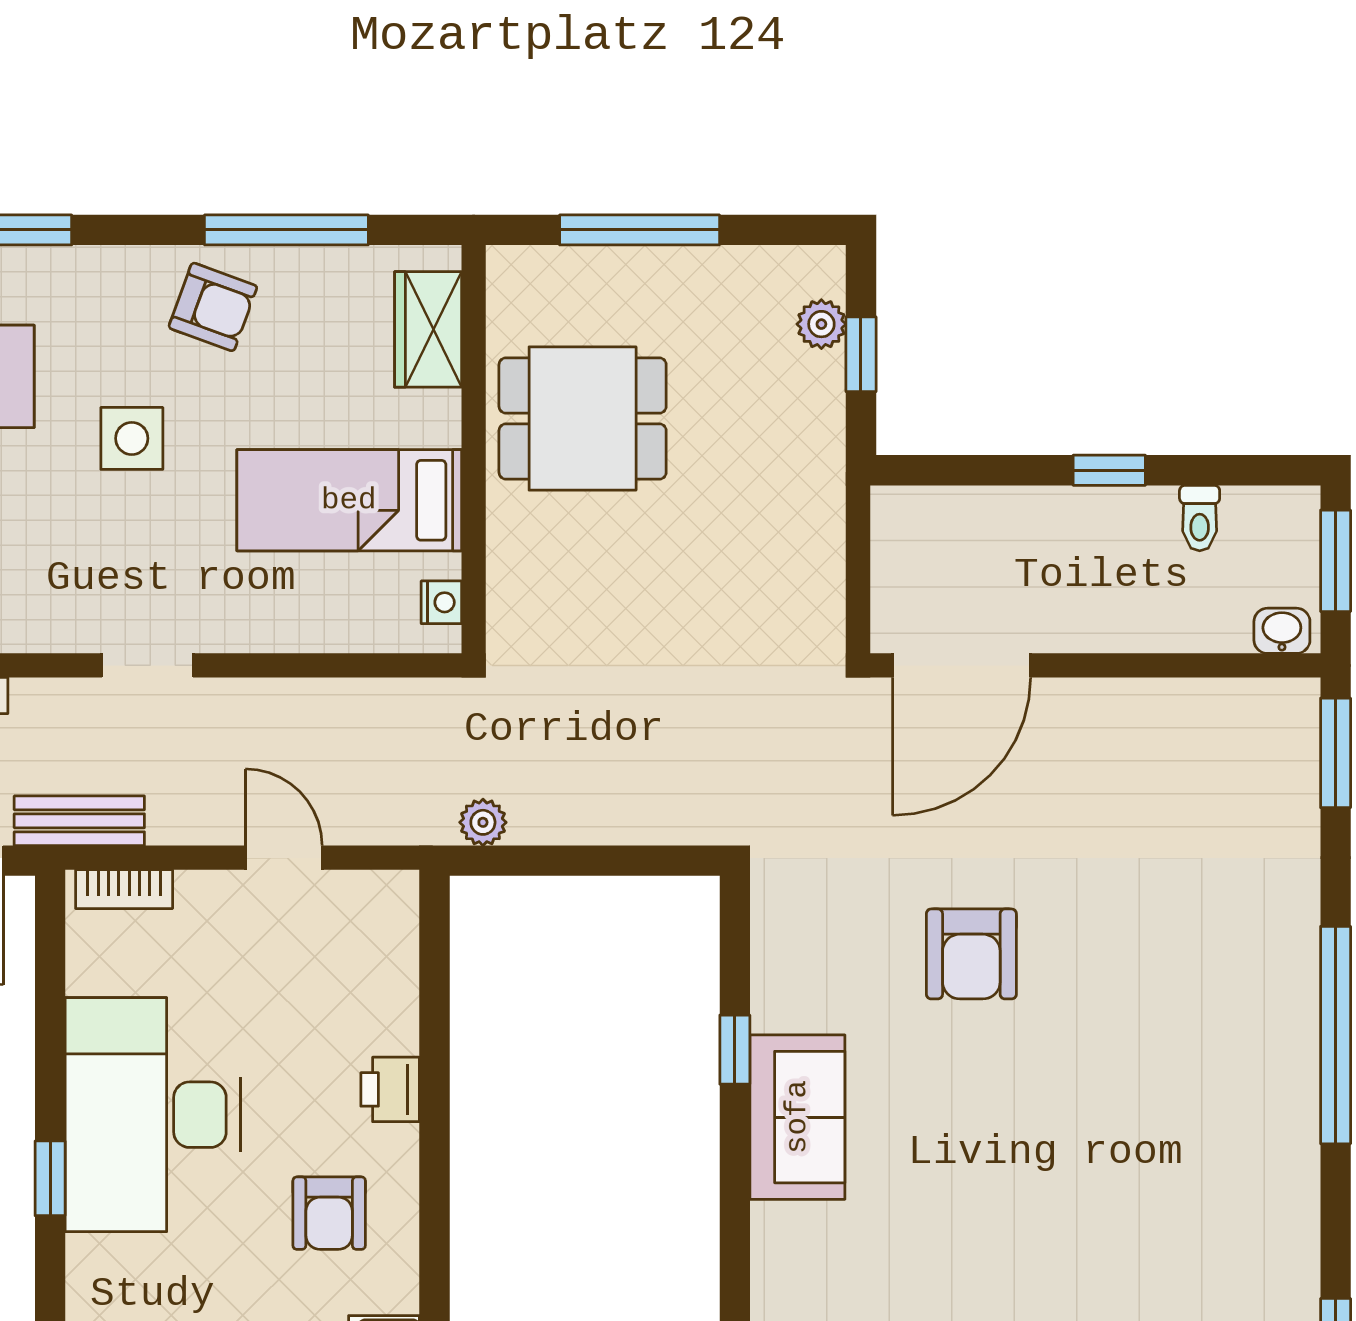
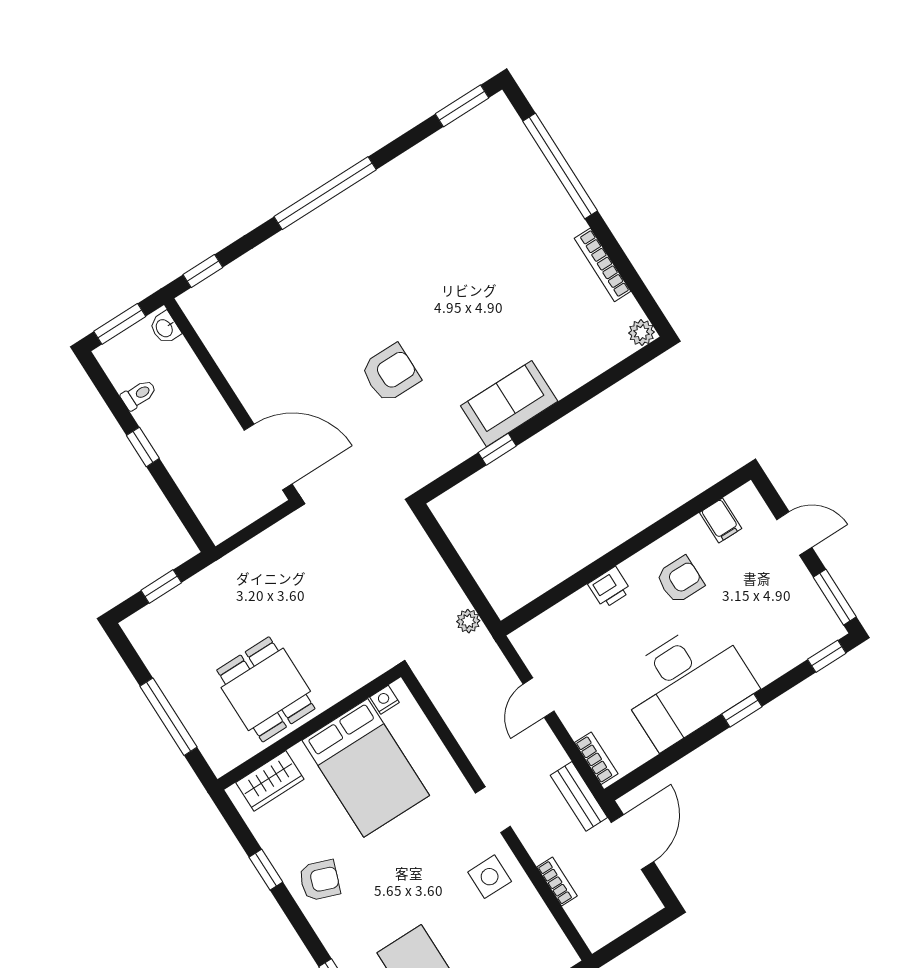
window: (286, 230) -> (266, 870), width x0.46
armchair: (213, 307) -> (320, 880), turned 90
plant: (821, 324) -> (159, 612), removed
side table: (132, 438) -> (490, 877), moved
bed: (349, 500) -> (366, 768), width x1.50
window: (1336, 753) -> (203, 271), width x0.67

